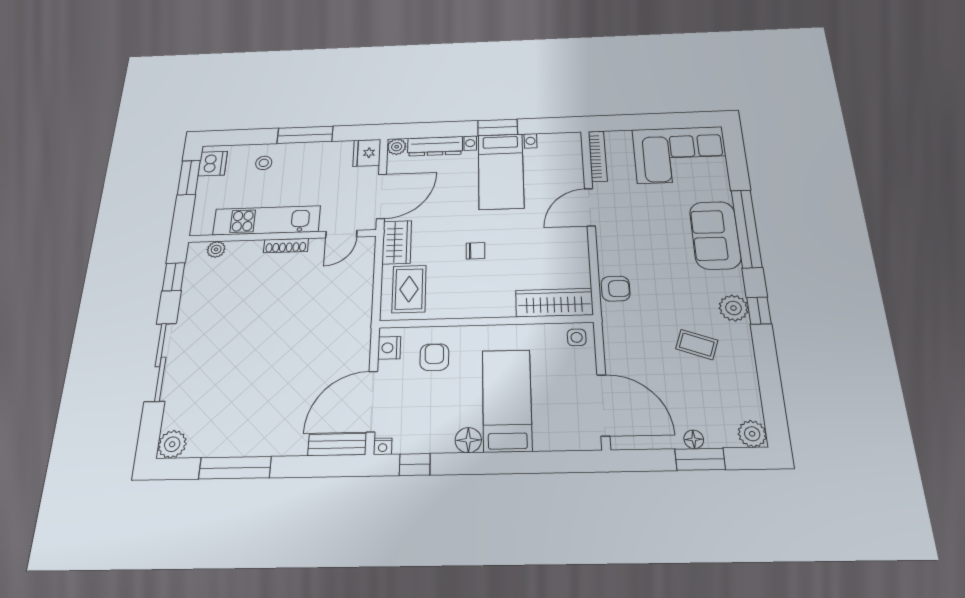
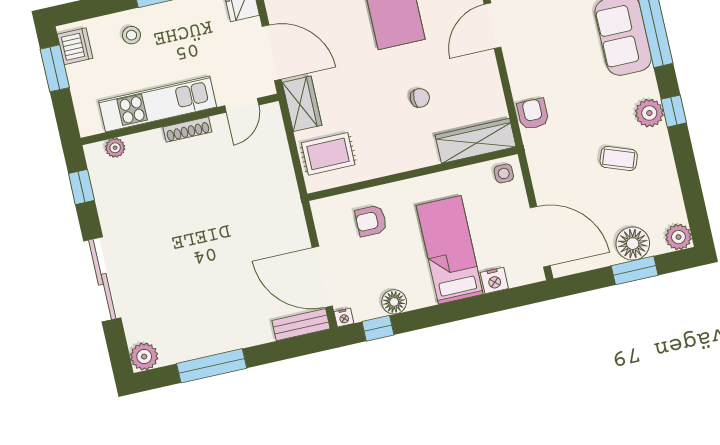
door: (382, 196) -> (272, 53), hinge flipped
chair: (475, 251) -> (420, 98), moved
rug: (409, 289) -> (328, 154), turned 90
armchair: (616, 289) -> (533, 114), turned -90
nightstand: (389, 348) -> (494, 281), moved, turned -90
armchair: (434, 357) -> (371, 221), turned -90
door: (372, 401) -> (322, 277), hinge flipped
floor lamp: (694, 439) -> (633, 244), width x1.89, depth x1.89
floor lamp: (468, 440) -> (394, 302), moved

